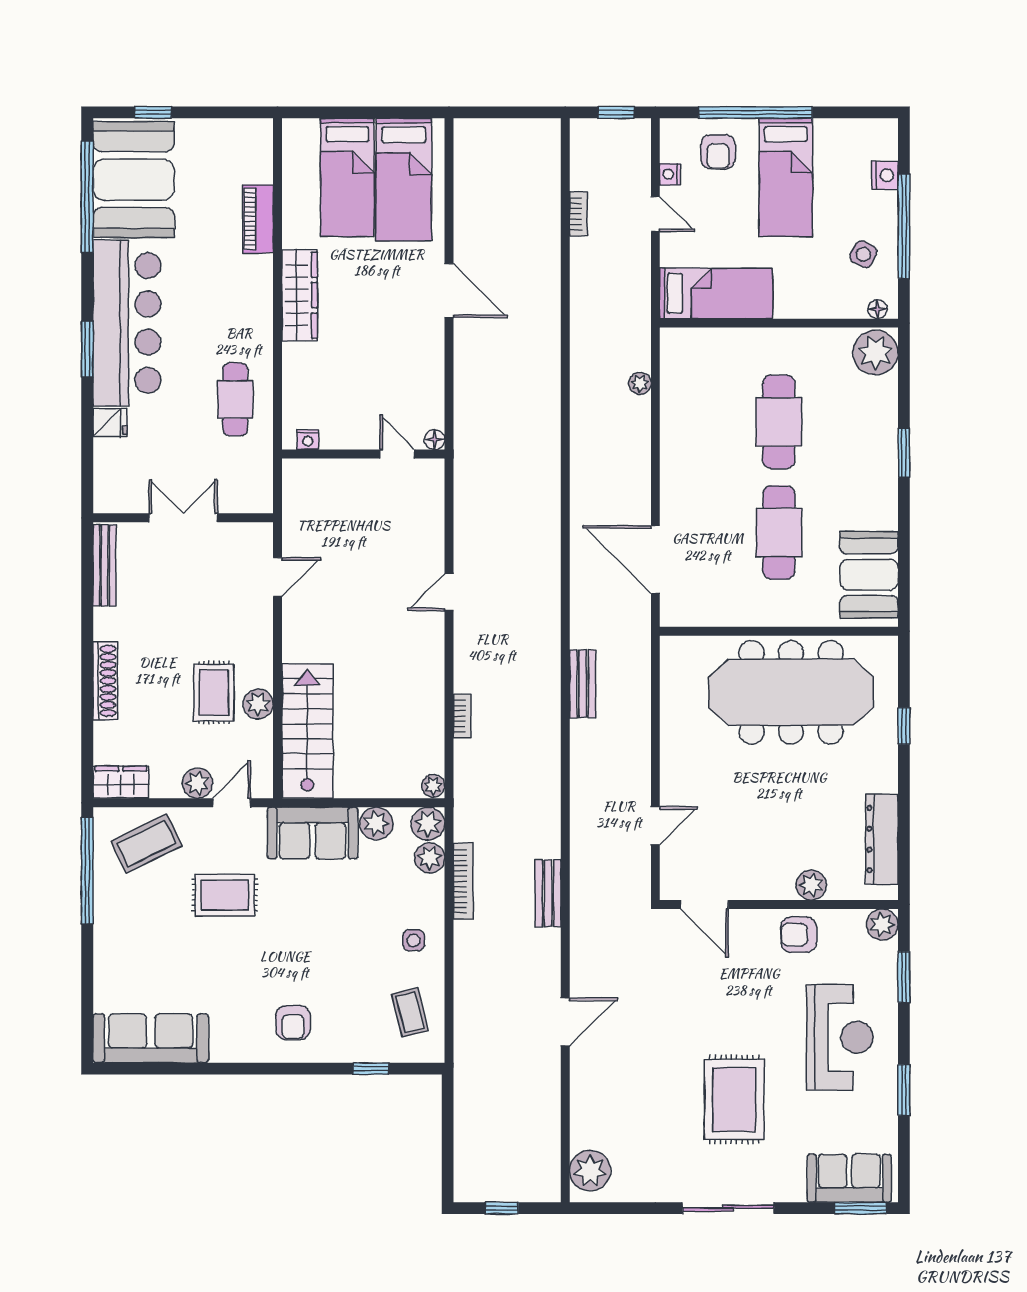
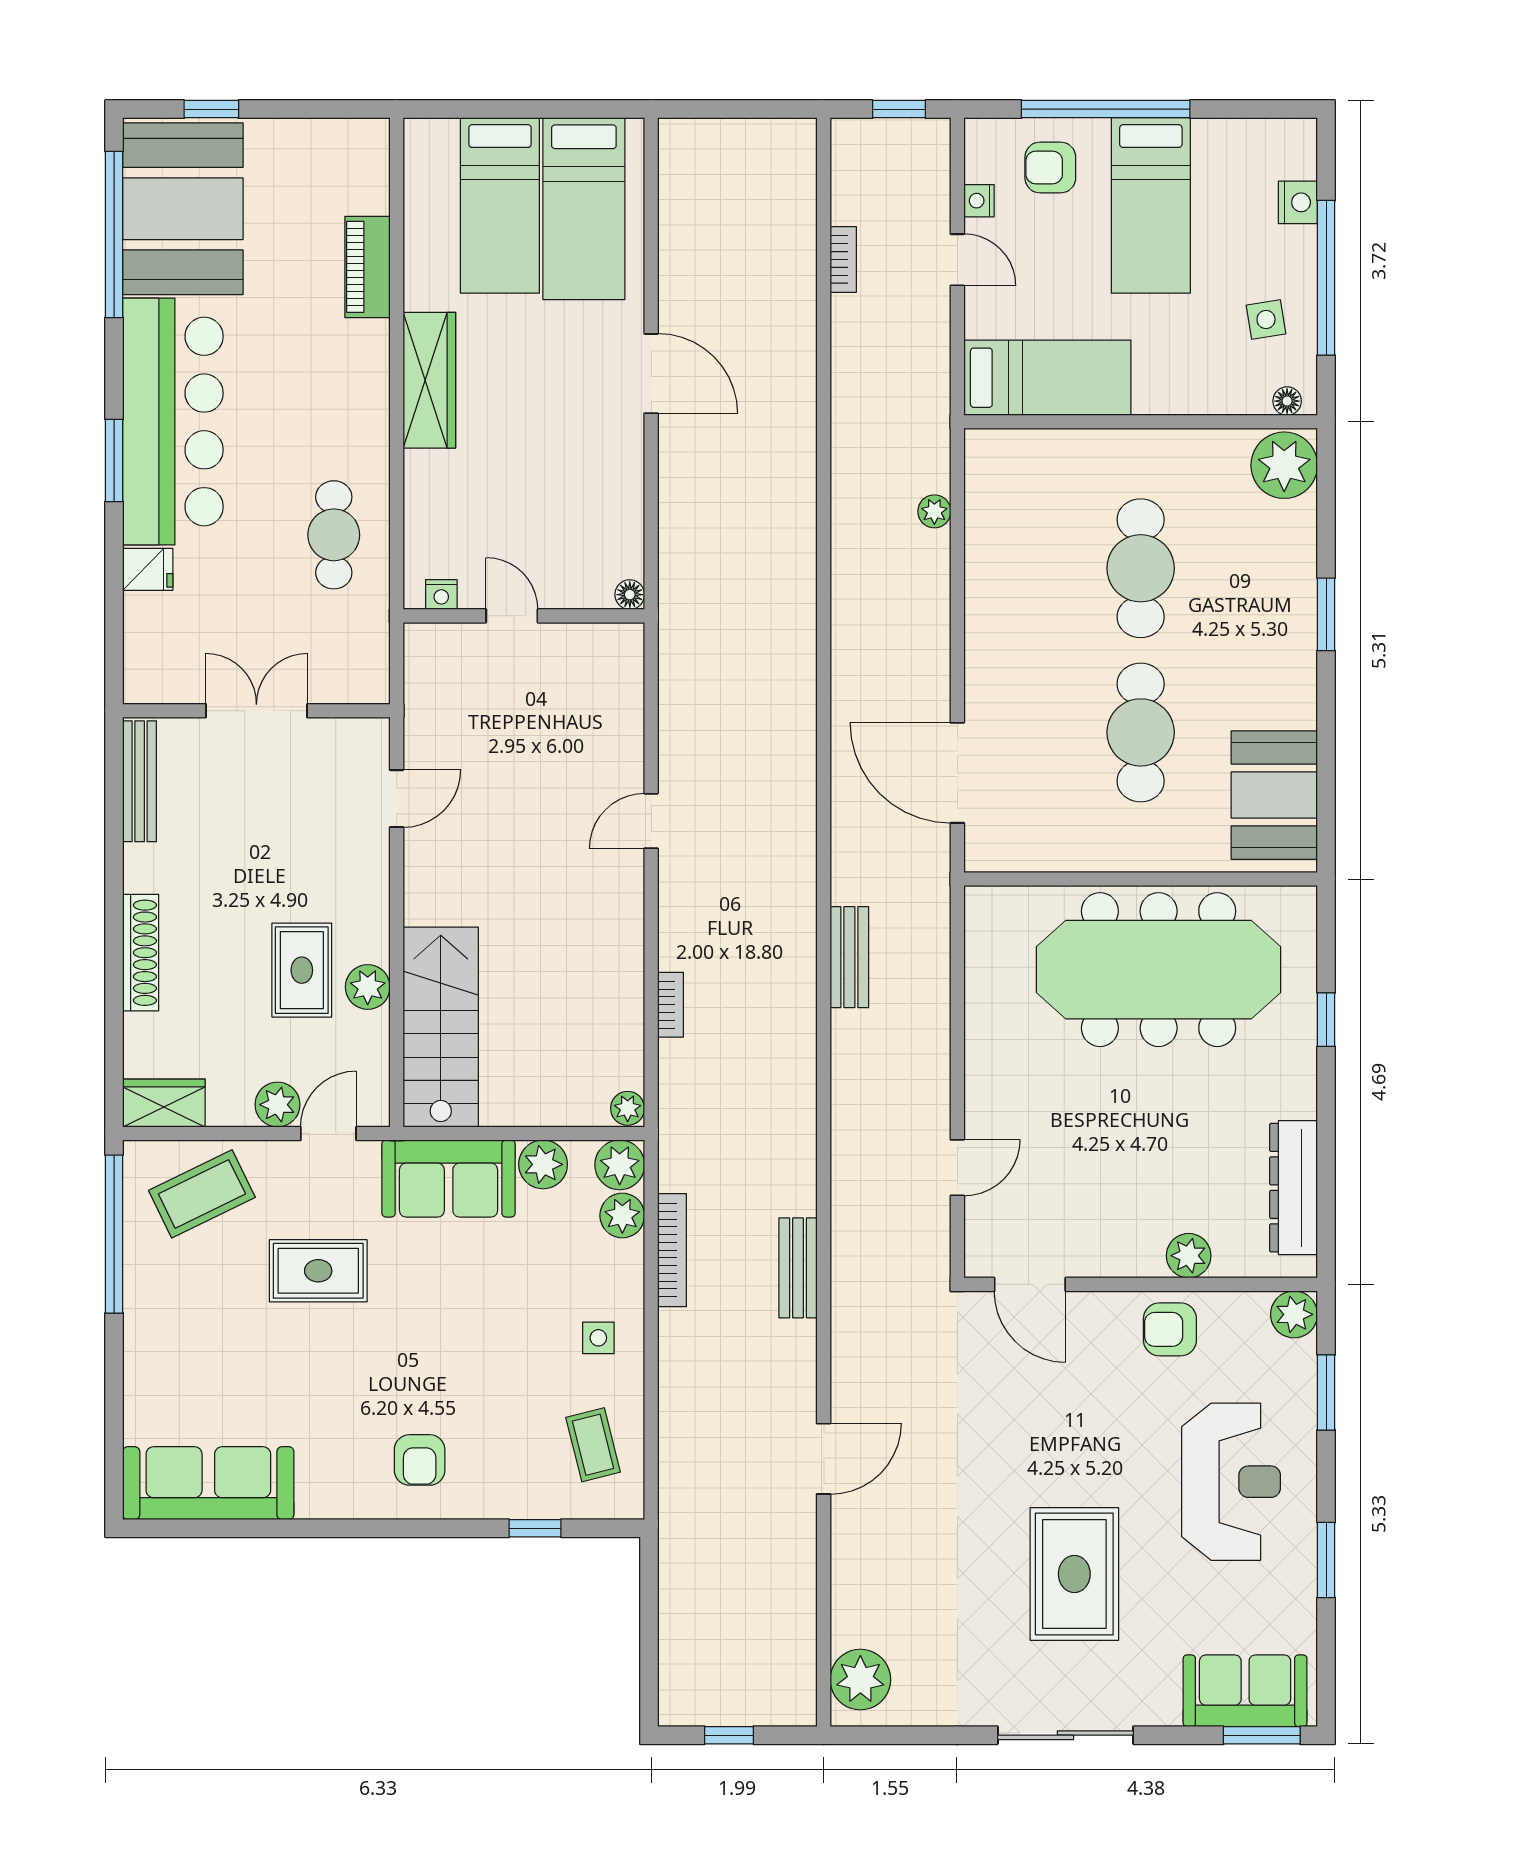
armchair: (718, 152) -> (1050, 167), turned 90
side table: (863, 254) -> (1266, 320), turned -37
door: (397, 454) -> (512, 616), moved

